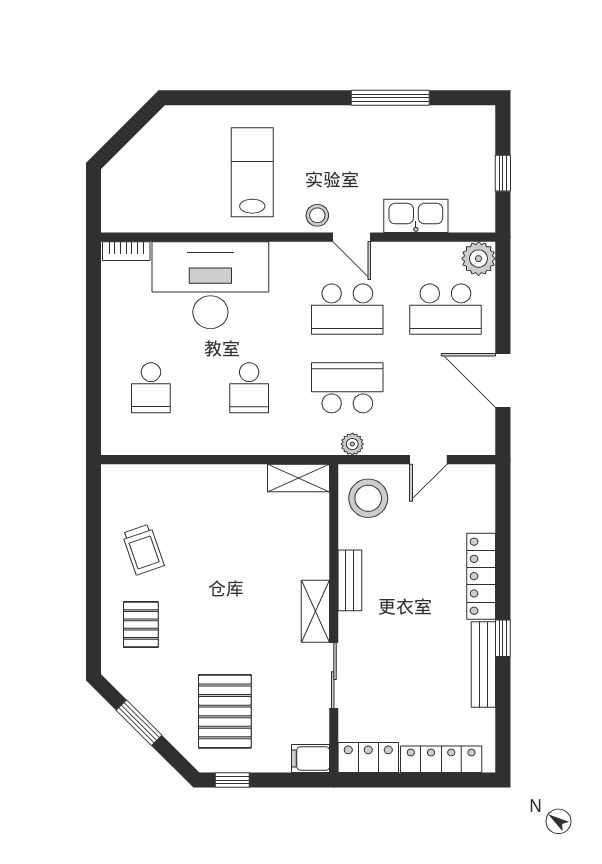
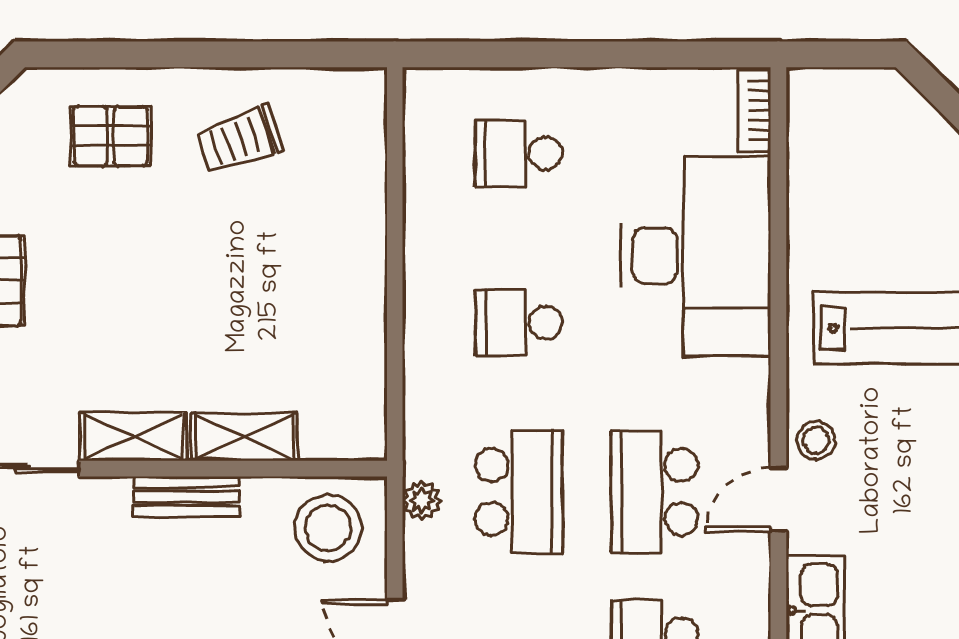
shelving: (298, 478) -> (244, 437), moved, turned 90

